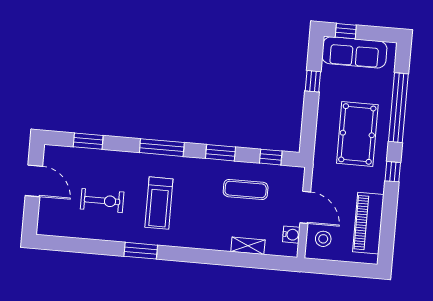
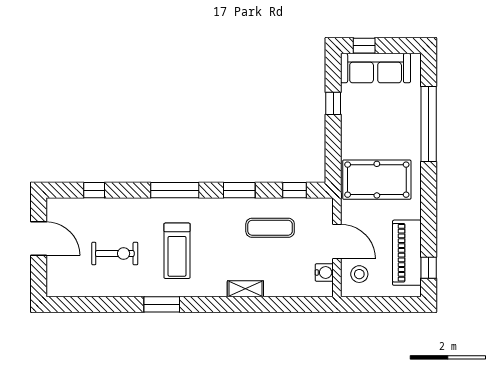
pool table: (357, 134) -> (377, 180), moved, turned 90
window: (88, 141) -> (94, 190), width x0.67
window: (393, 172) -> (429, 268), moved
shelving: (248, 246) -> (245, 289), moved

